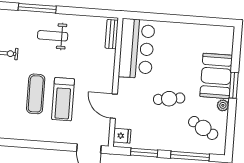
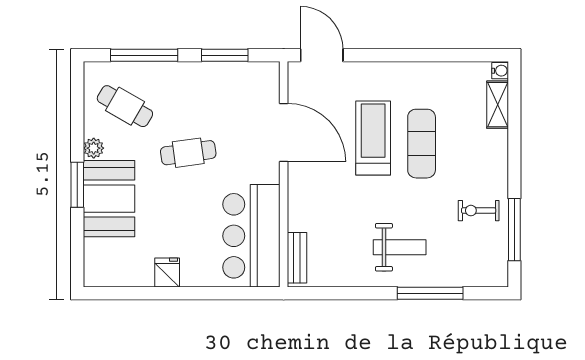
door: (114, 106) -> (284, 132), width x1.36
fridge: (122, 136) -> (167, 273), moved, turned 90

